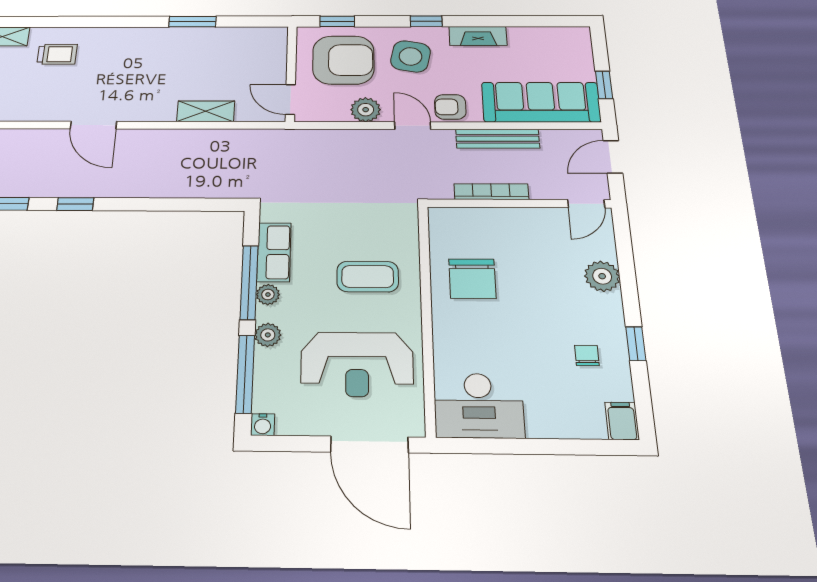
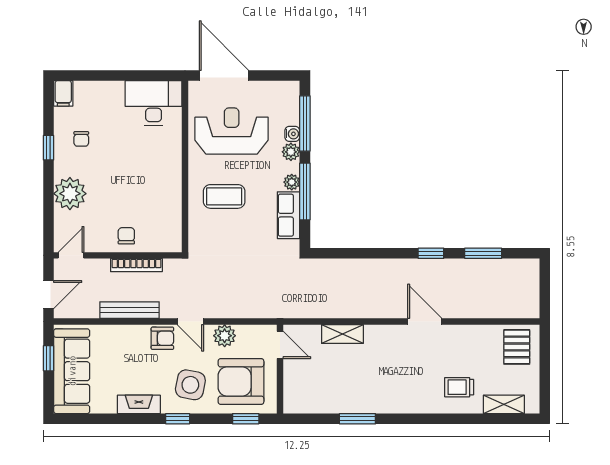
sofa: (541, 102) -> (72, 371), moved, turned -90
plant: (602, 276) -> (70, 194), width x1.36, depth x1.36
chair: (472, 279) -> (126, 236), moved, width x0.54, depth x0.54
water cooler: (263, 425) -> (292, 134), moved, turned 90

